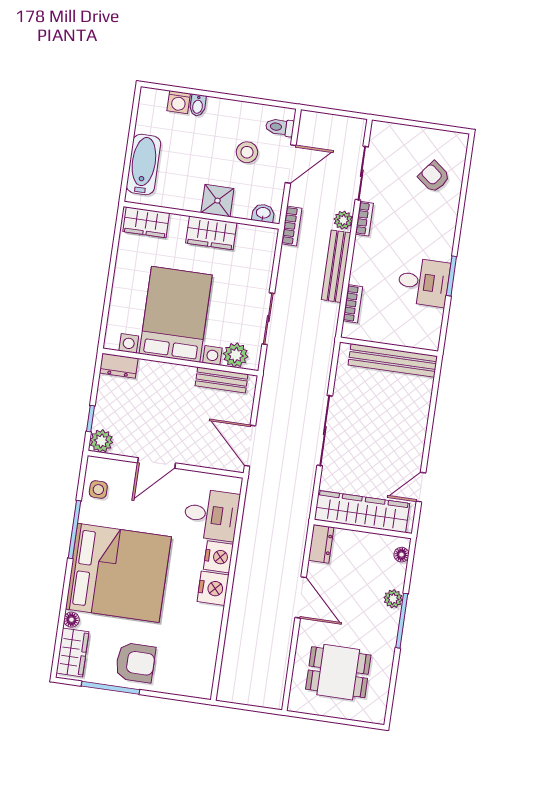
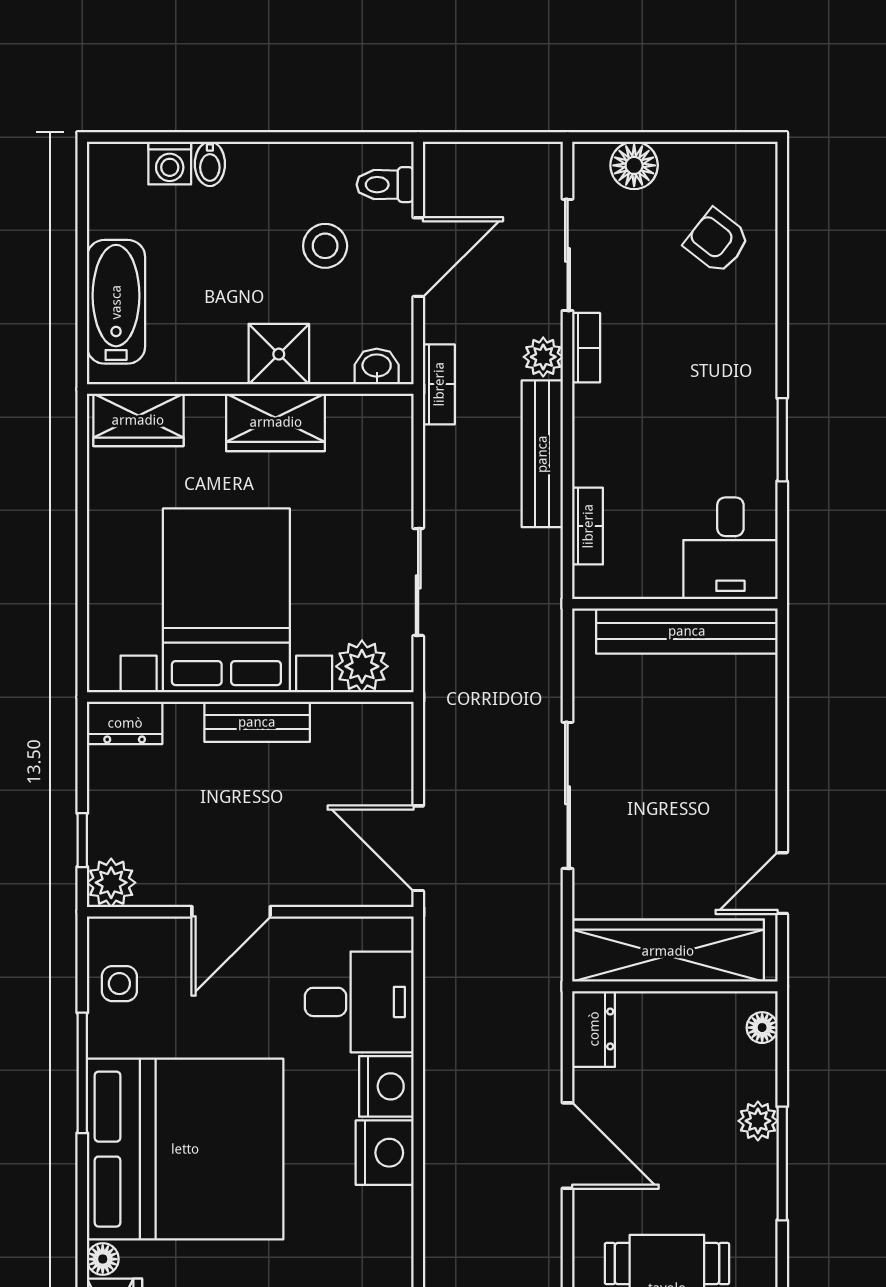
floor lamp: (400, 135) -> (634, 165), added
desk: (424, 282) -> (730, 548), moved, turned 90
bench: (222, 380) -> (257, 722), moved

